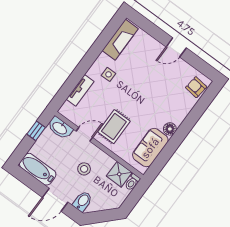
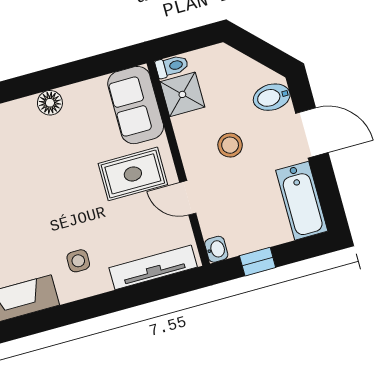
tv unit: (80, 90) -> (153, 267), width x1.41
washbasin: (60, 128) -> (216, 249), width x0.52, depth x0.69
sofa: (150, 148) -> (136, 105), moved, turned 90

